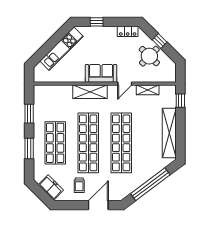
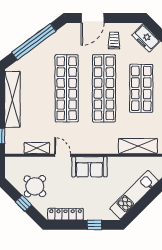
locker: (128, 31) -> (66, 214), width x1.53
door: (125, 84) -> (63, 155), hinge flipped
shelving: (90, 92) -> (138, 146), moved

